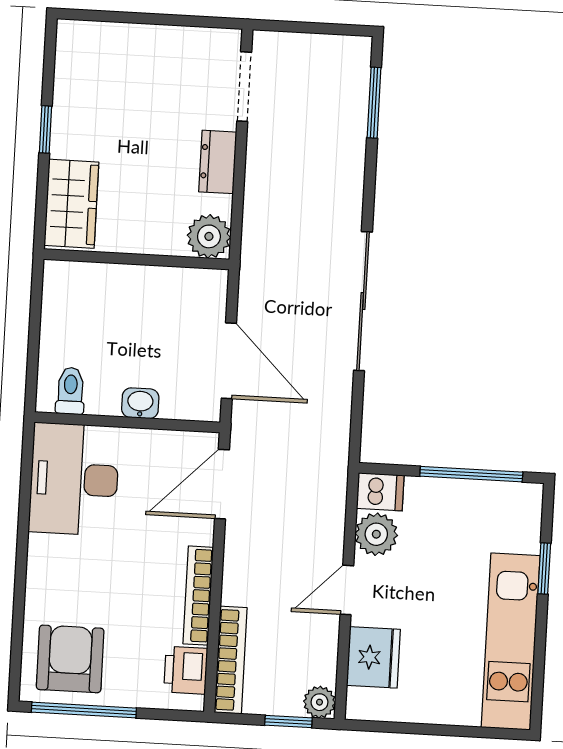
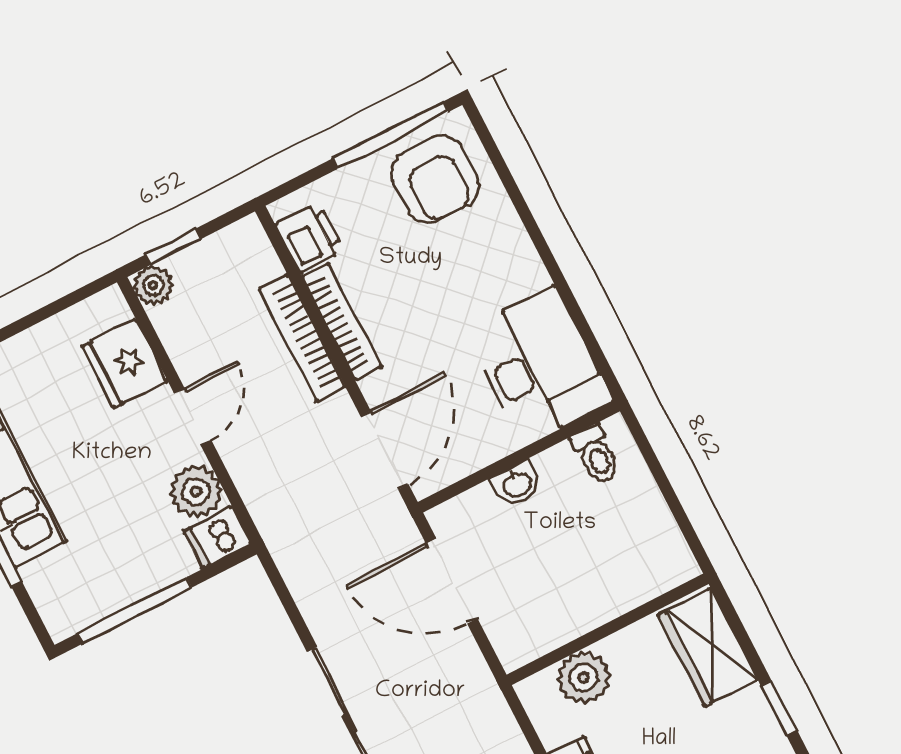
plant: (209, 236) -> (584, 678), moved
bookcase: (231, 660) -> (302, 338), moved

